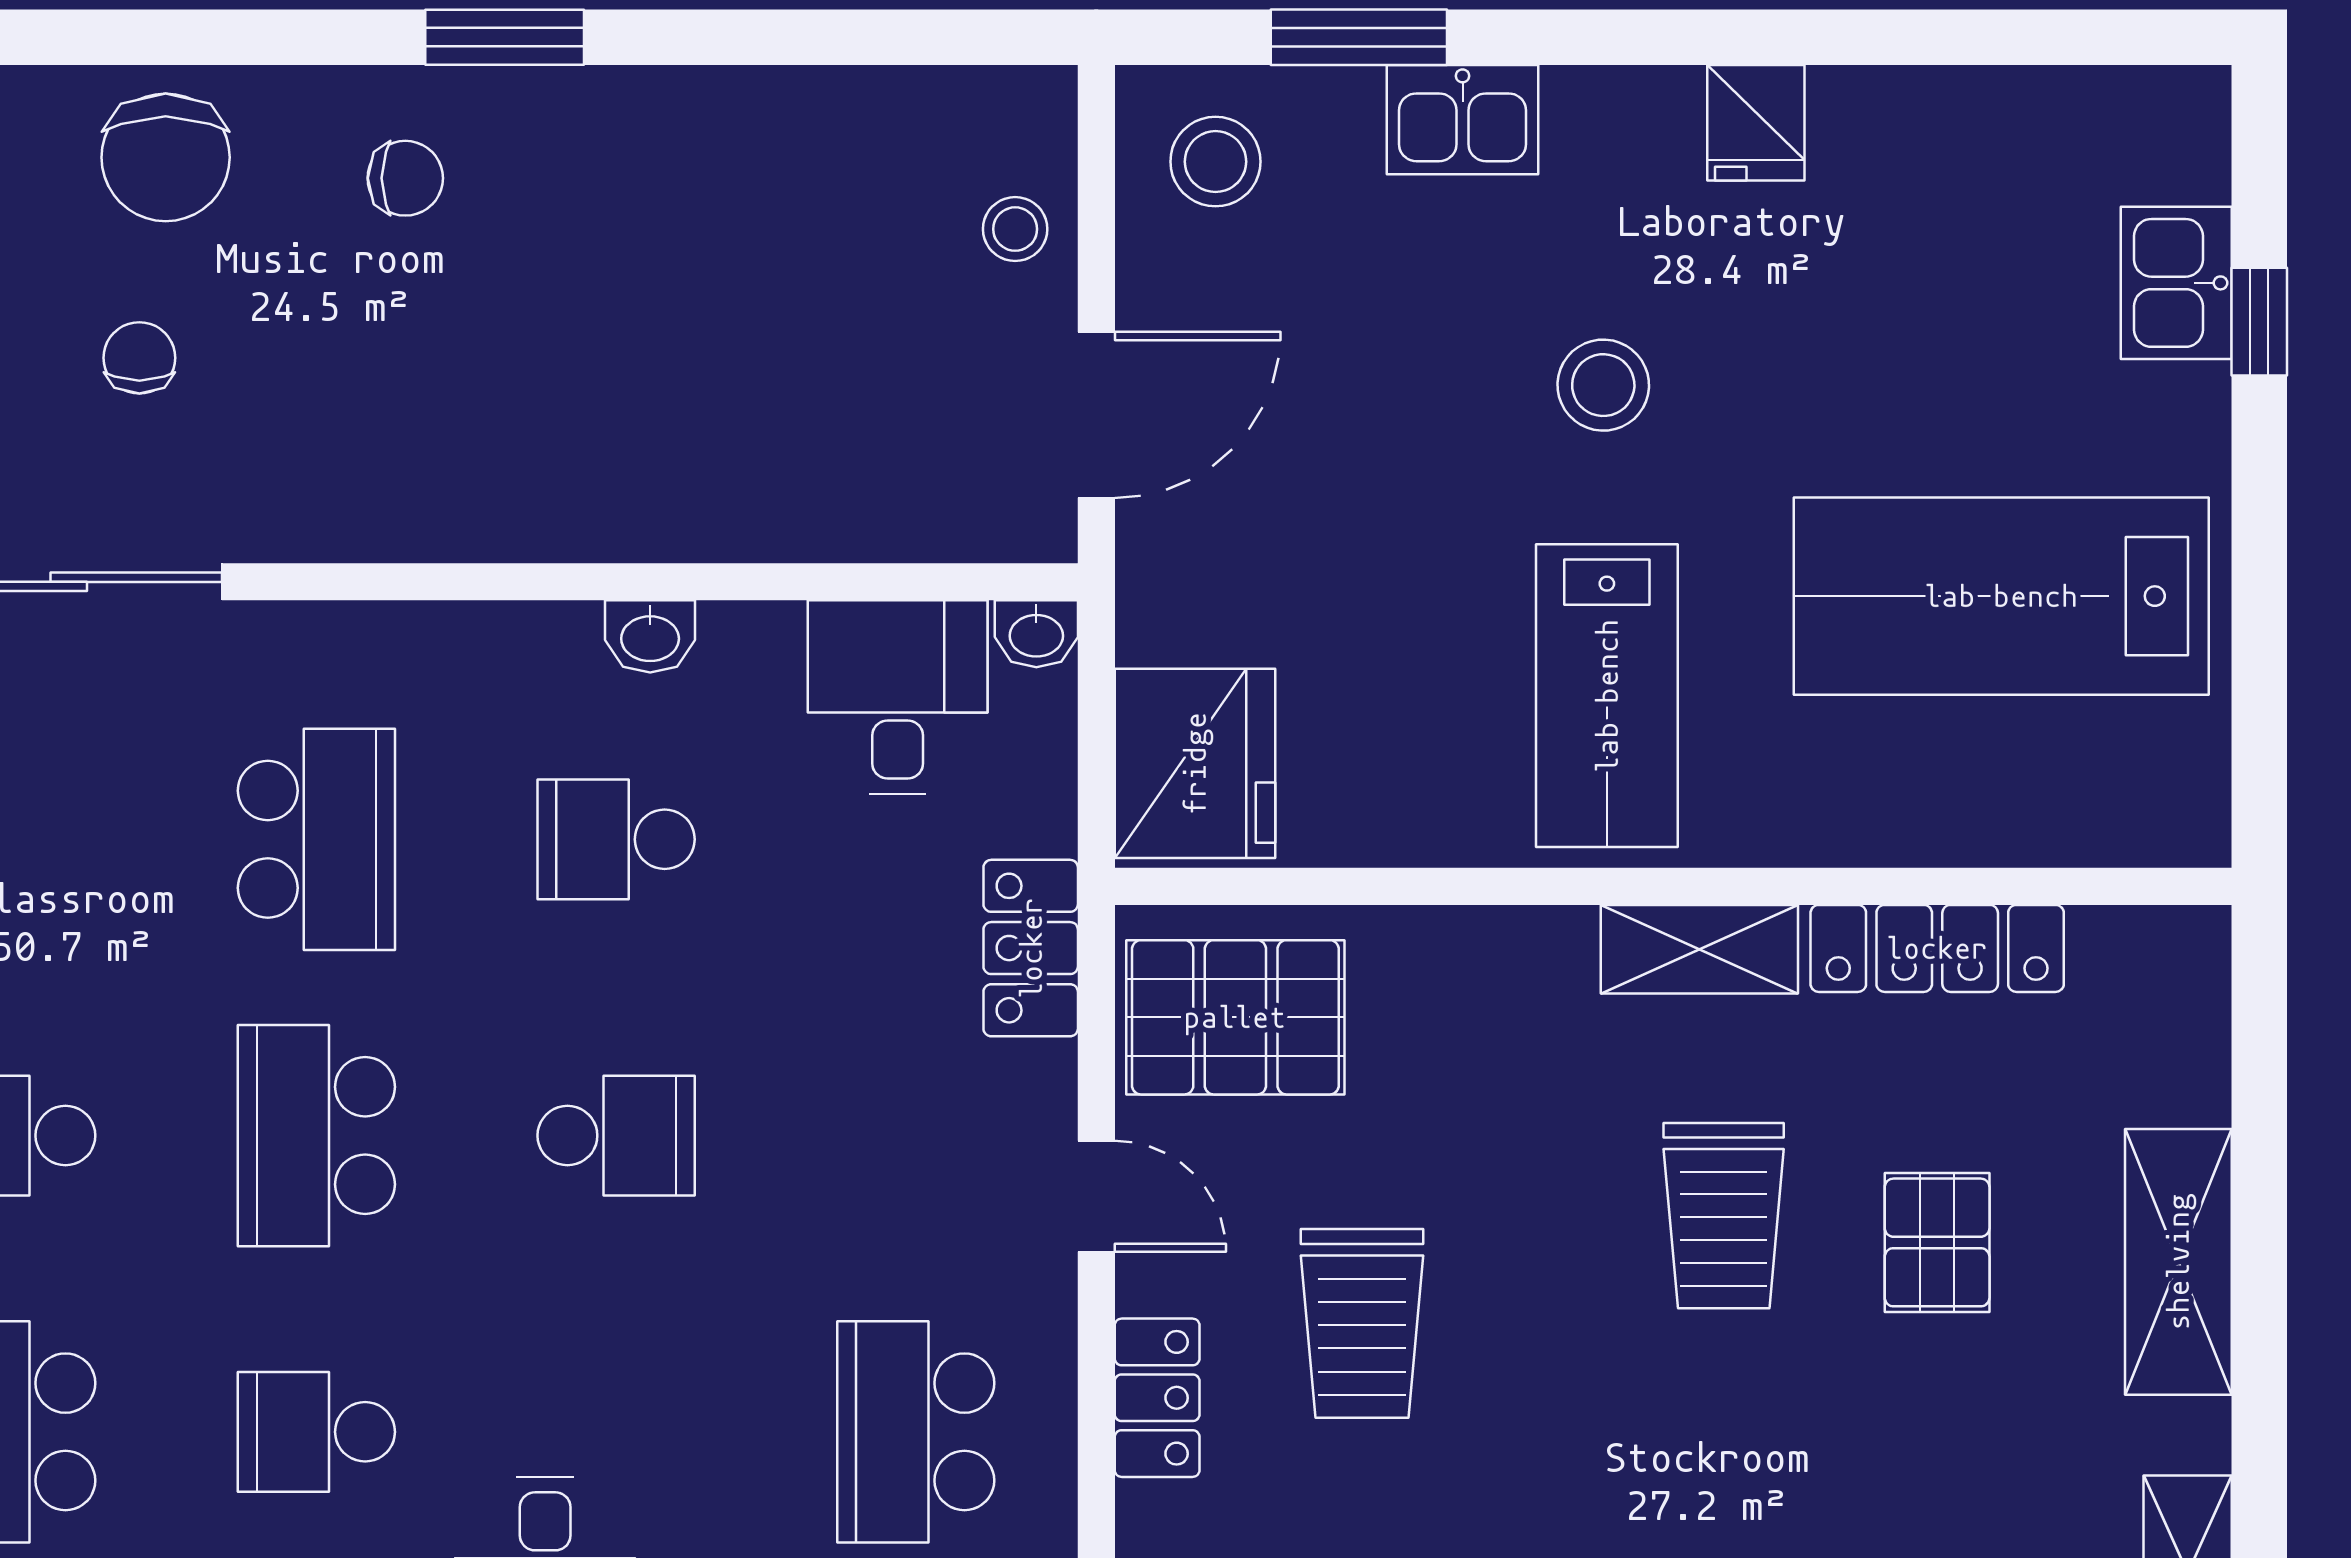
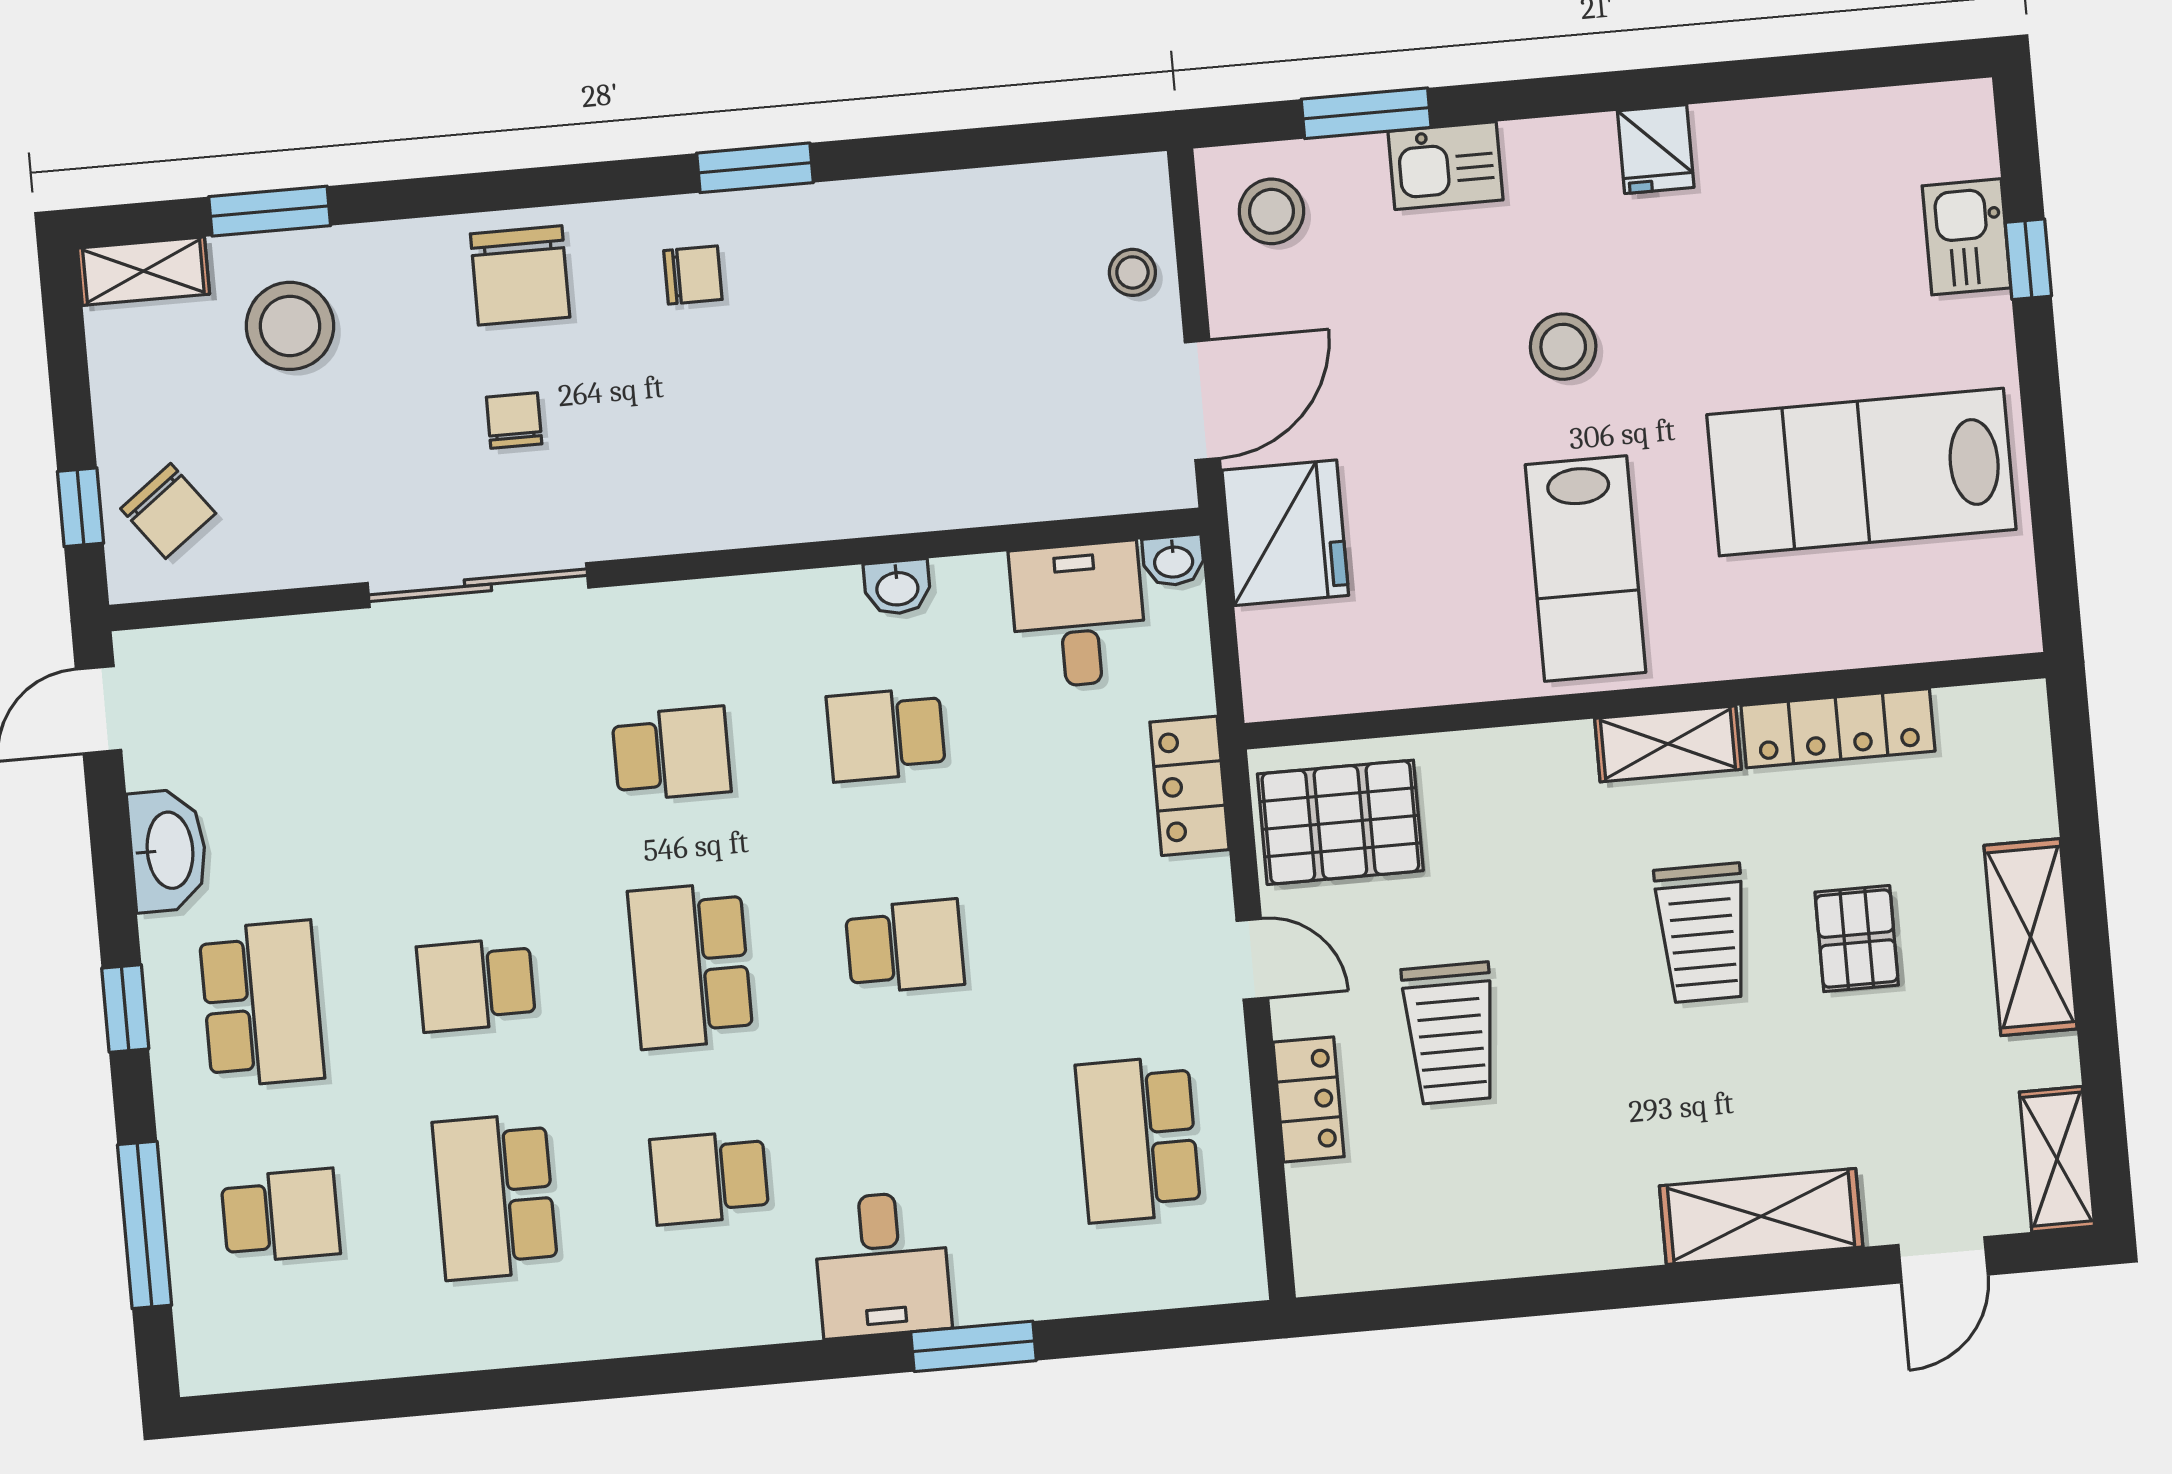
fridge: (1195, 763) -> (1285, 533), moved
school desk: (316, 839) -> (672, 754), width x0.54

